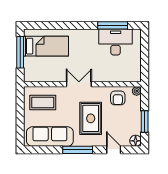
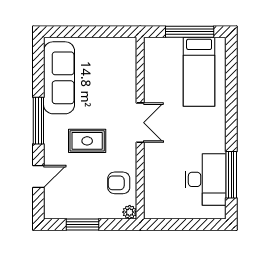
coffee table: (43, 103) -> (112, 67), removed
rug: (91, 118) -> (87, 141), width x0.73, depth x0.70
floor lamp: (136, 141) -> (53, 210), removed

